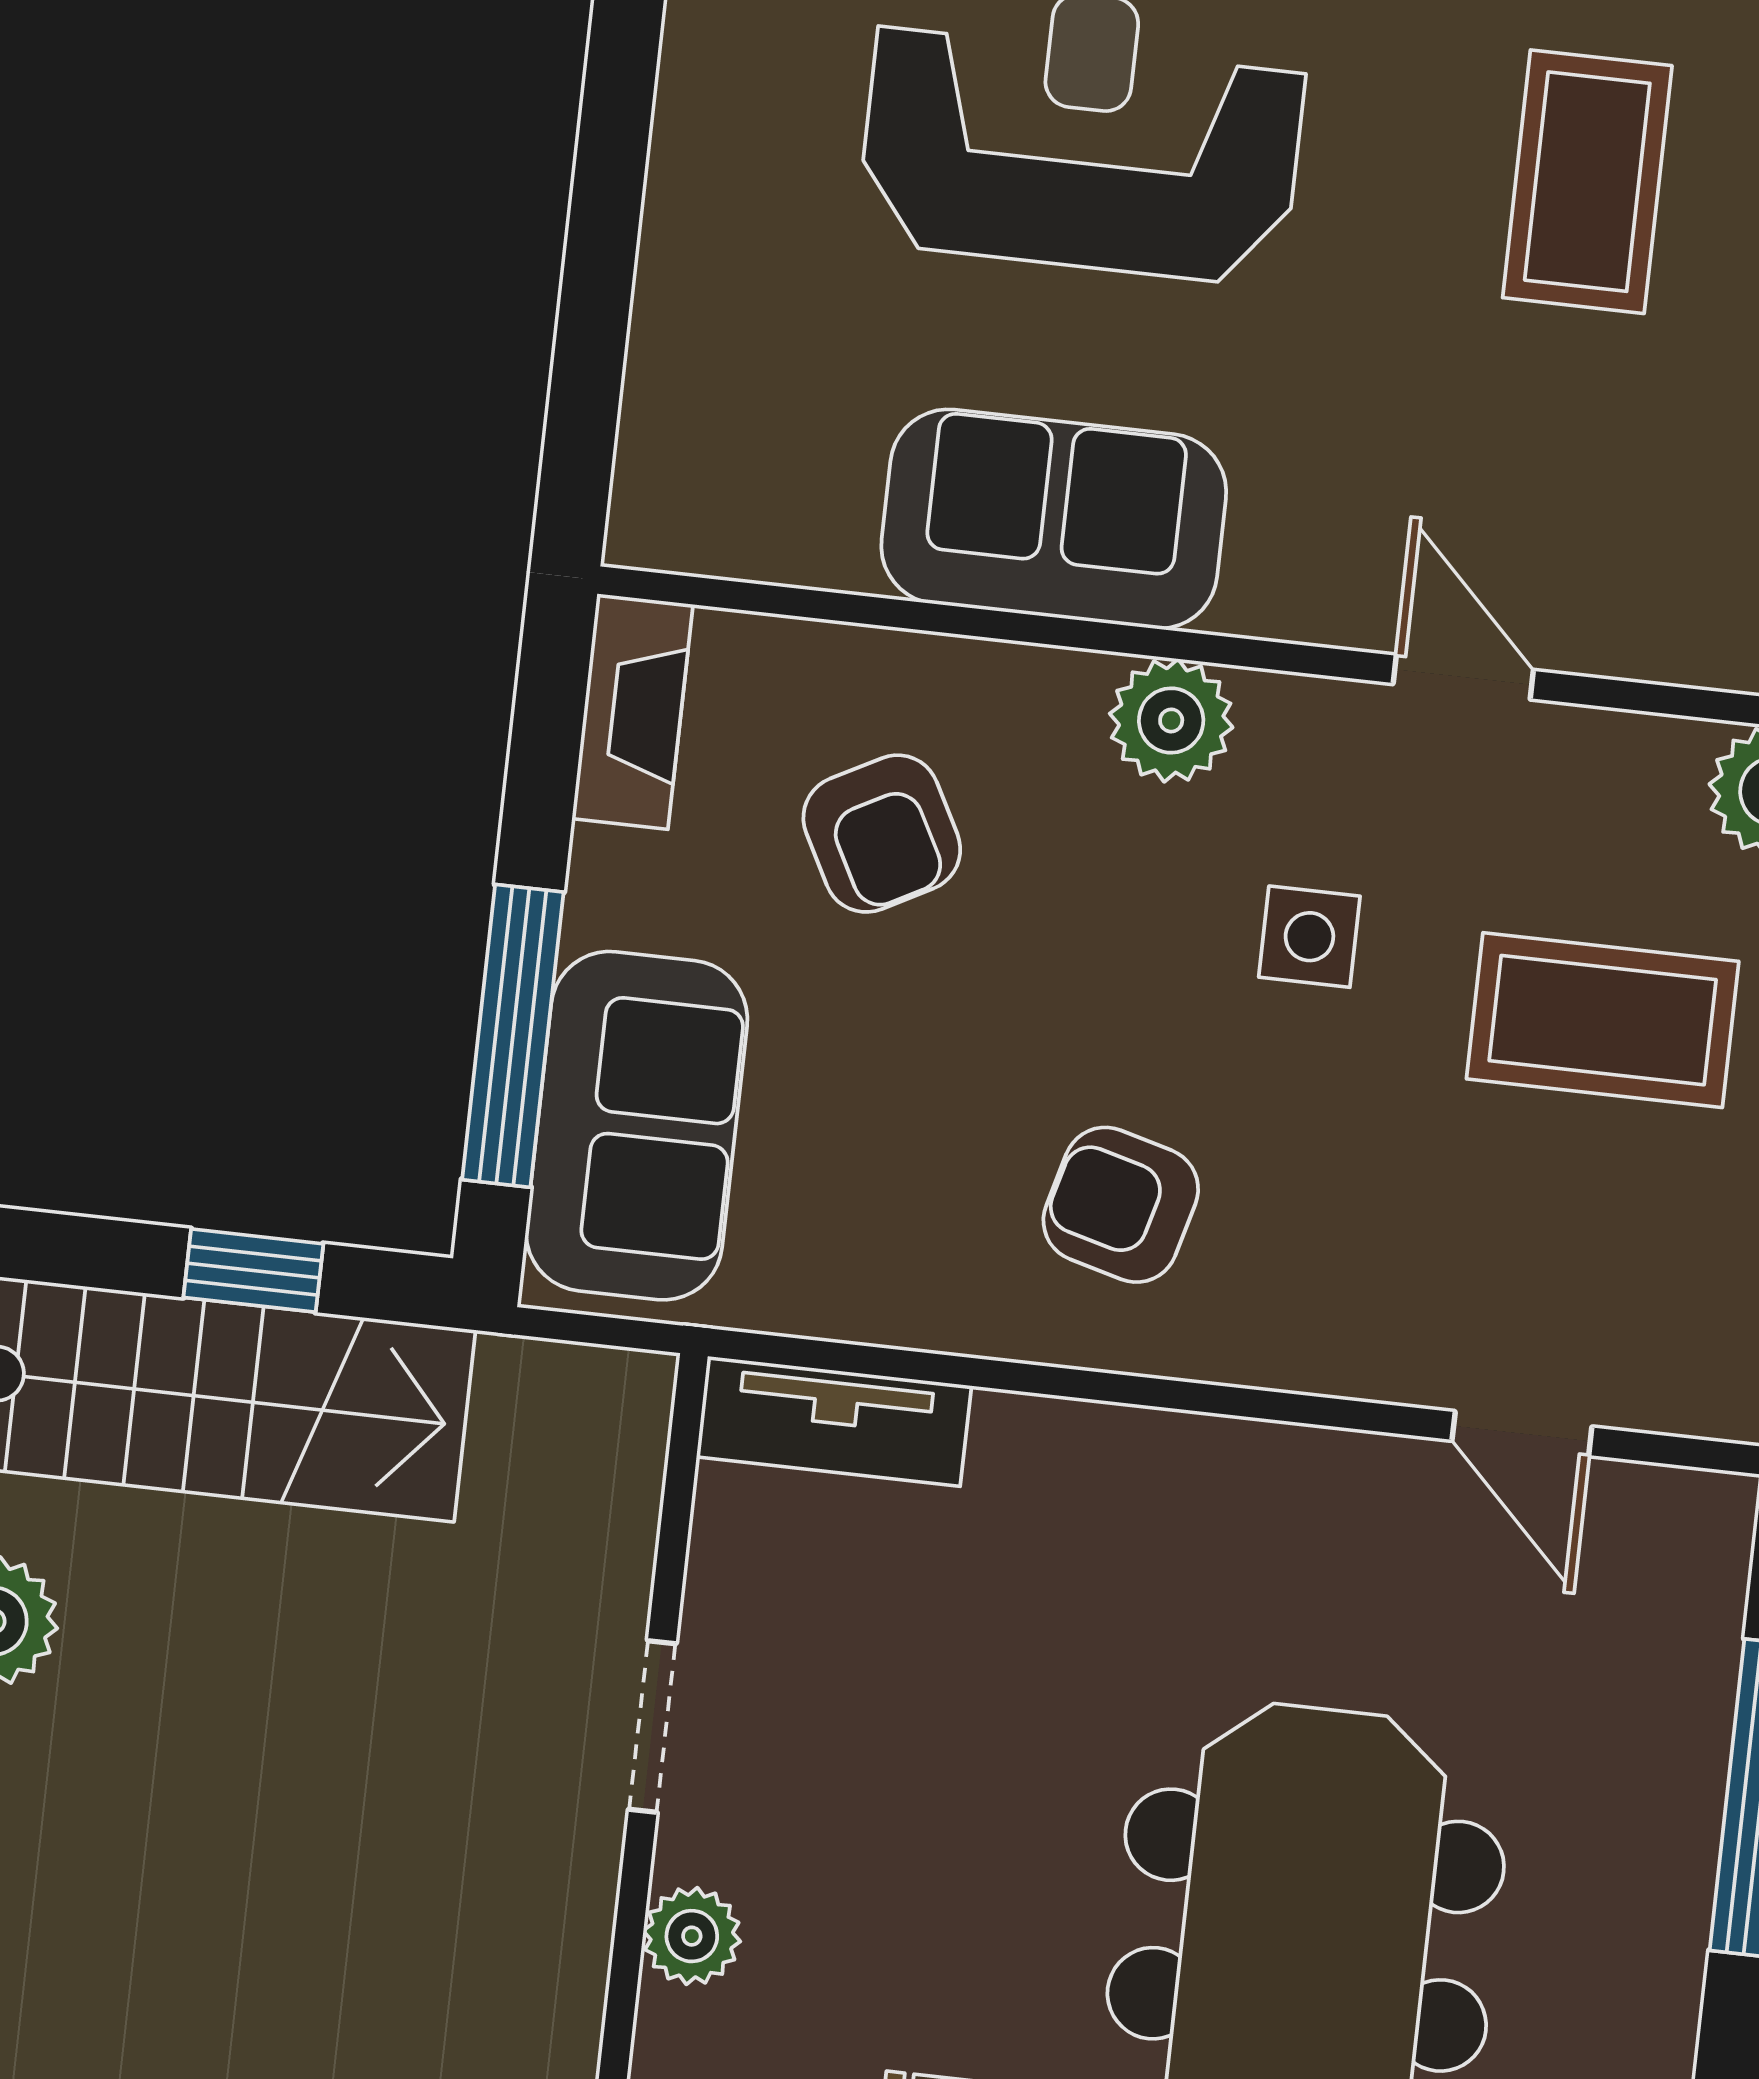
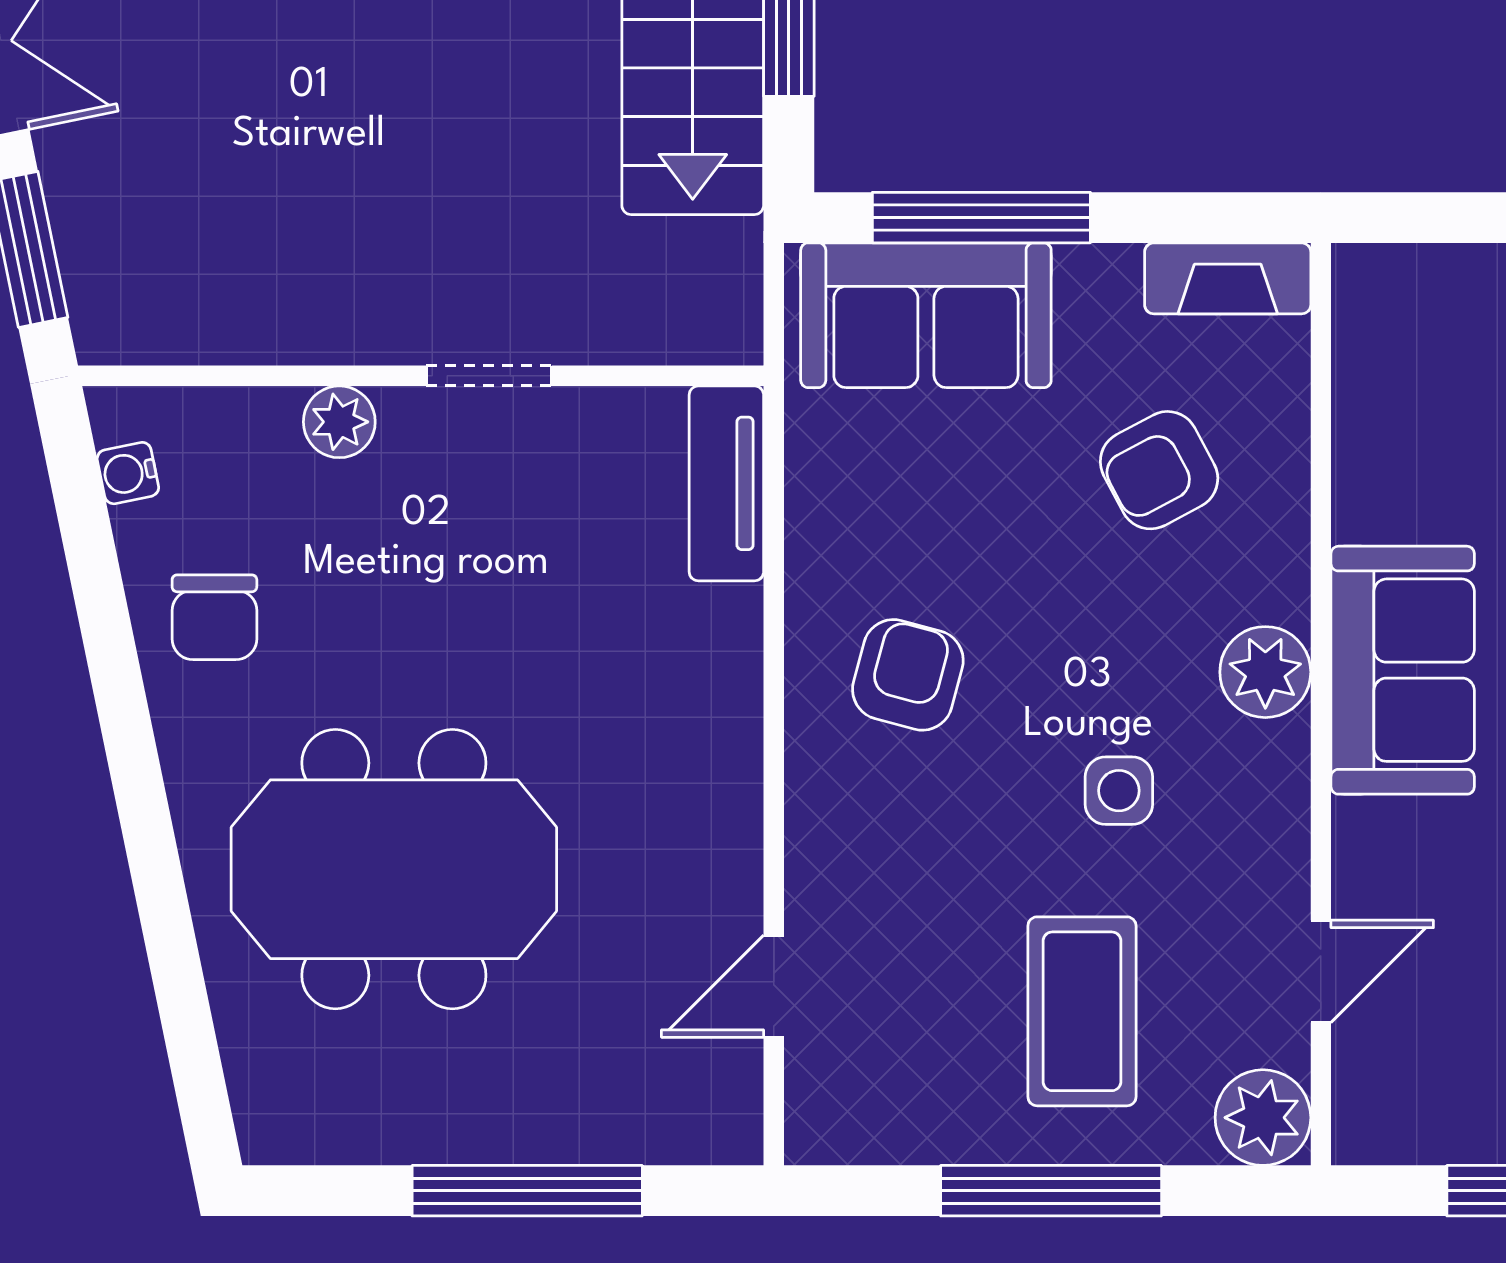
sofa: (1054, 519) -> (1403, 670), moved
door: (1463, 677) -> (1321, 971), moved

